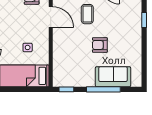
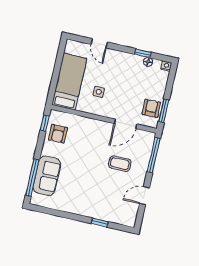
armchair: (100, 45) -> (58, 134), moved, turned 180
window: (103, 89) -> (32, 178), moved

